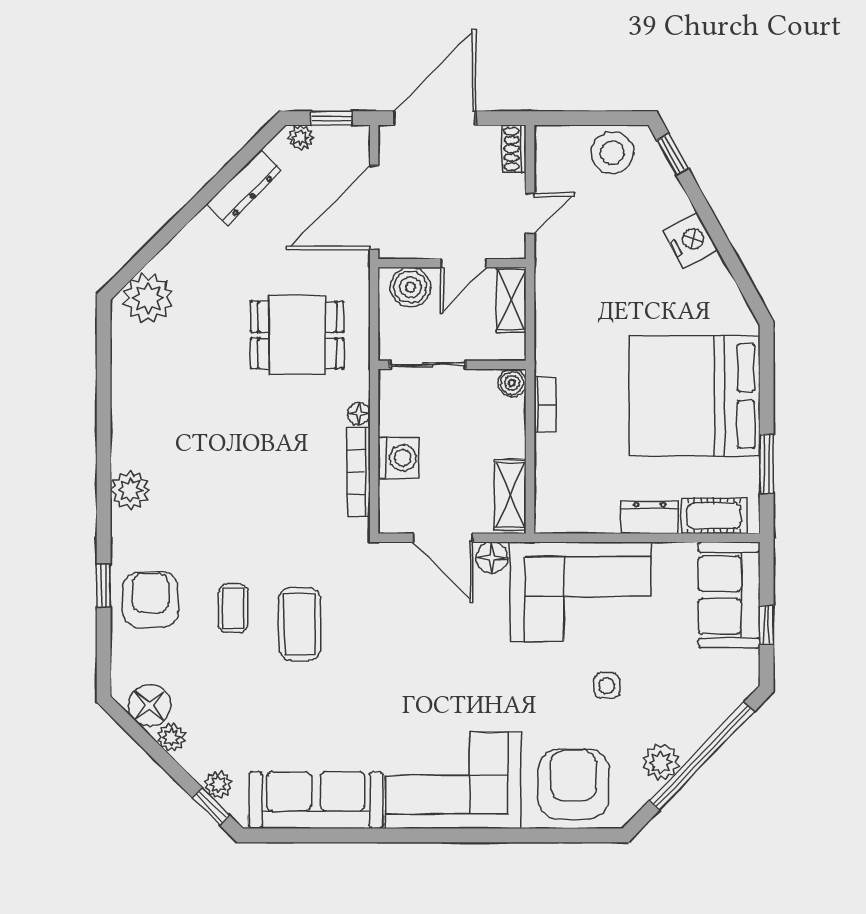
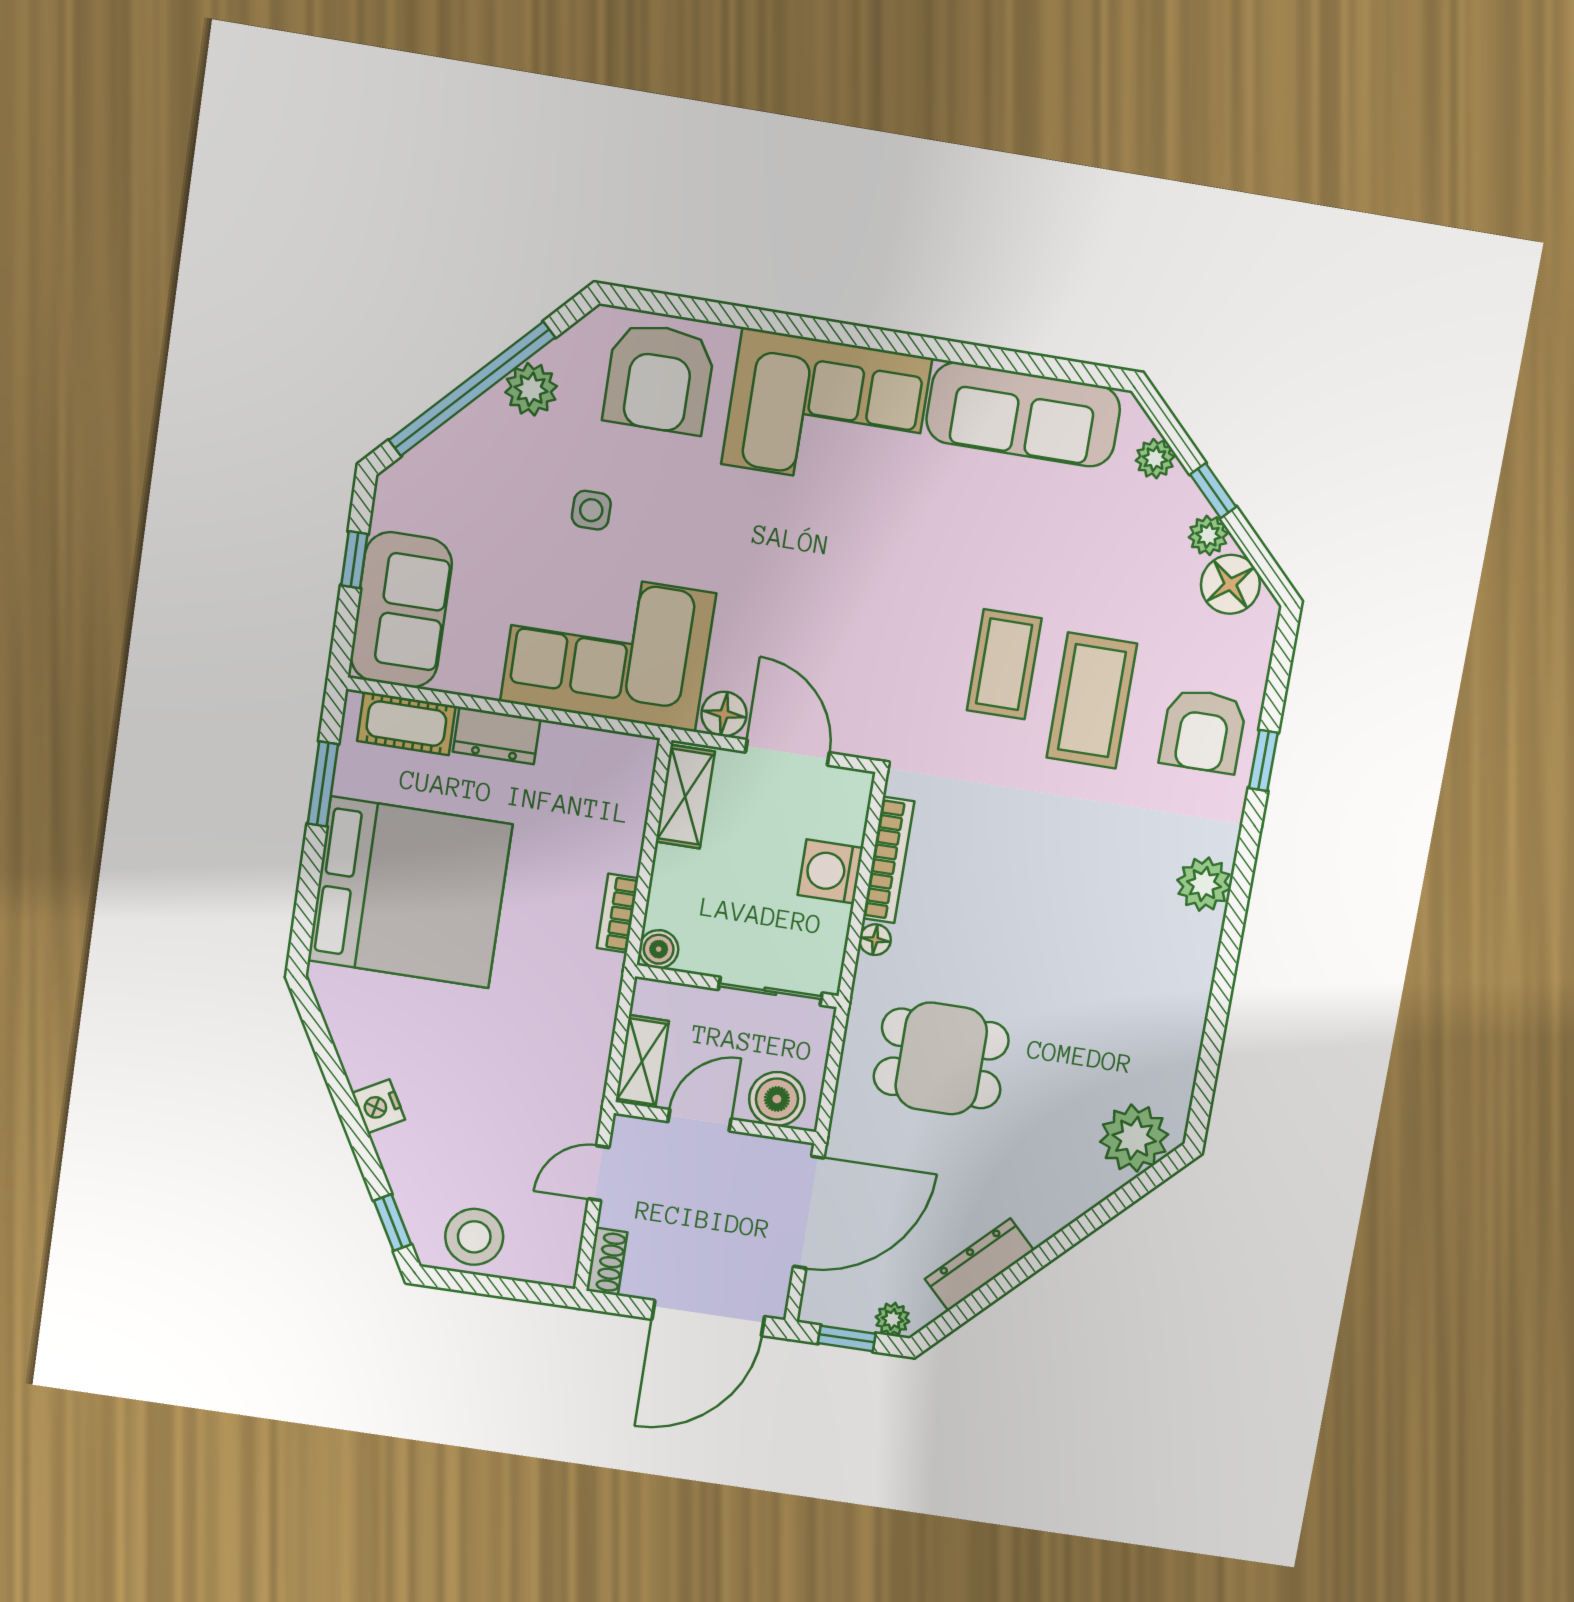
nightstand: (691, 240) -> (378, 1106), width x0.74, depth x0.75
coffee table: (233, 608) -> (1092, 701), width x1.86, depth x1.72
window: (211, 806) -> (1213, 491), moved

